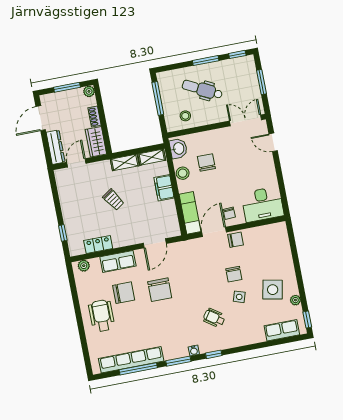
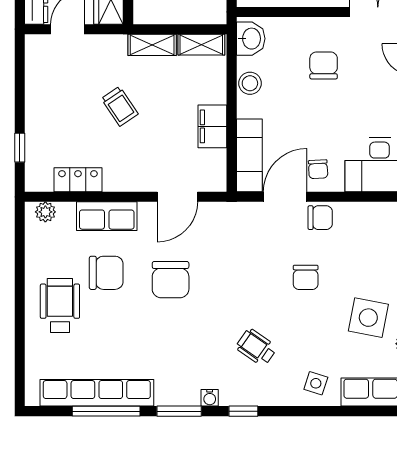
chair: (206, 163) -> (324, 65), moved
filing cabinet: (164, 188) -> (212, 126), moved
side table: (239, 297) -> (316, 383), moved

